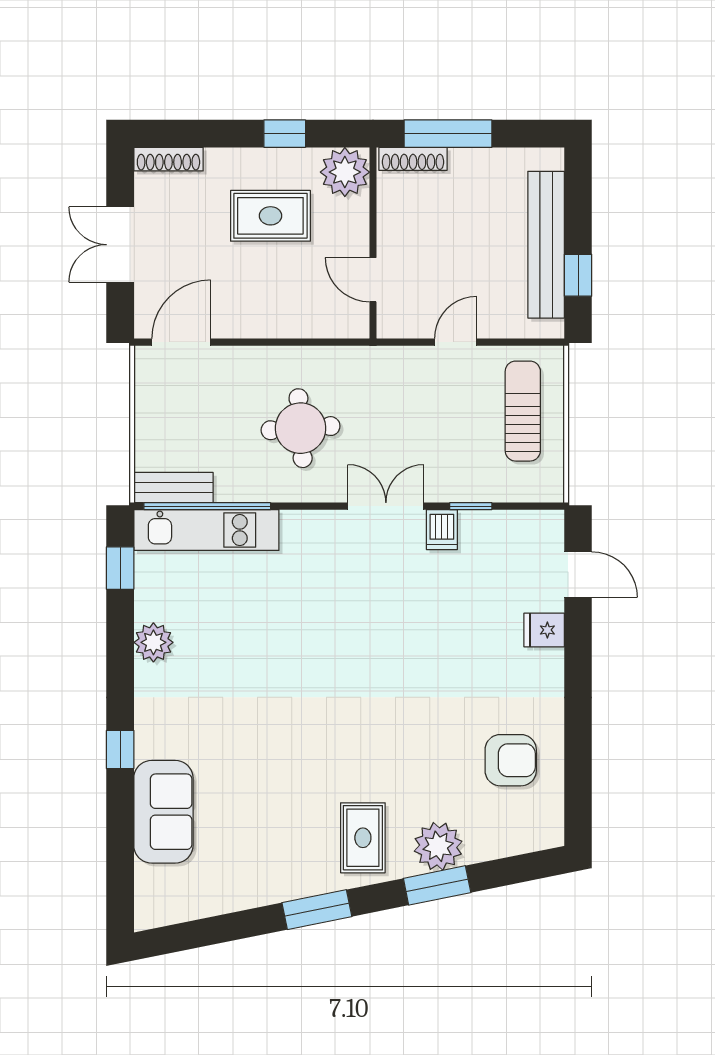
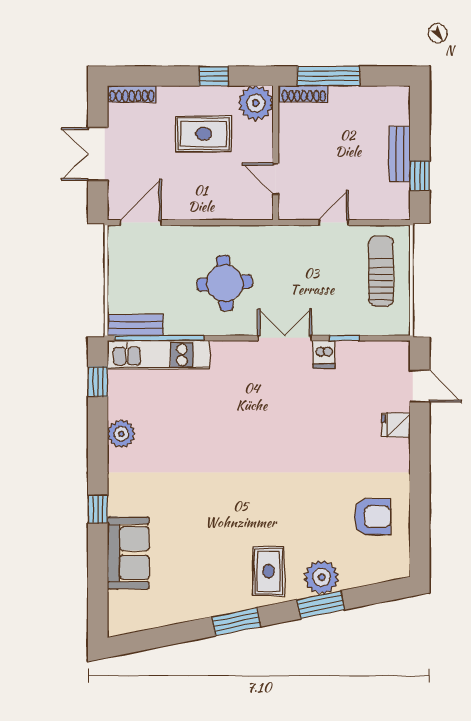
bench: (546, 245) -> (400, 154), width x0.54, depth x0.82

